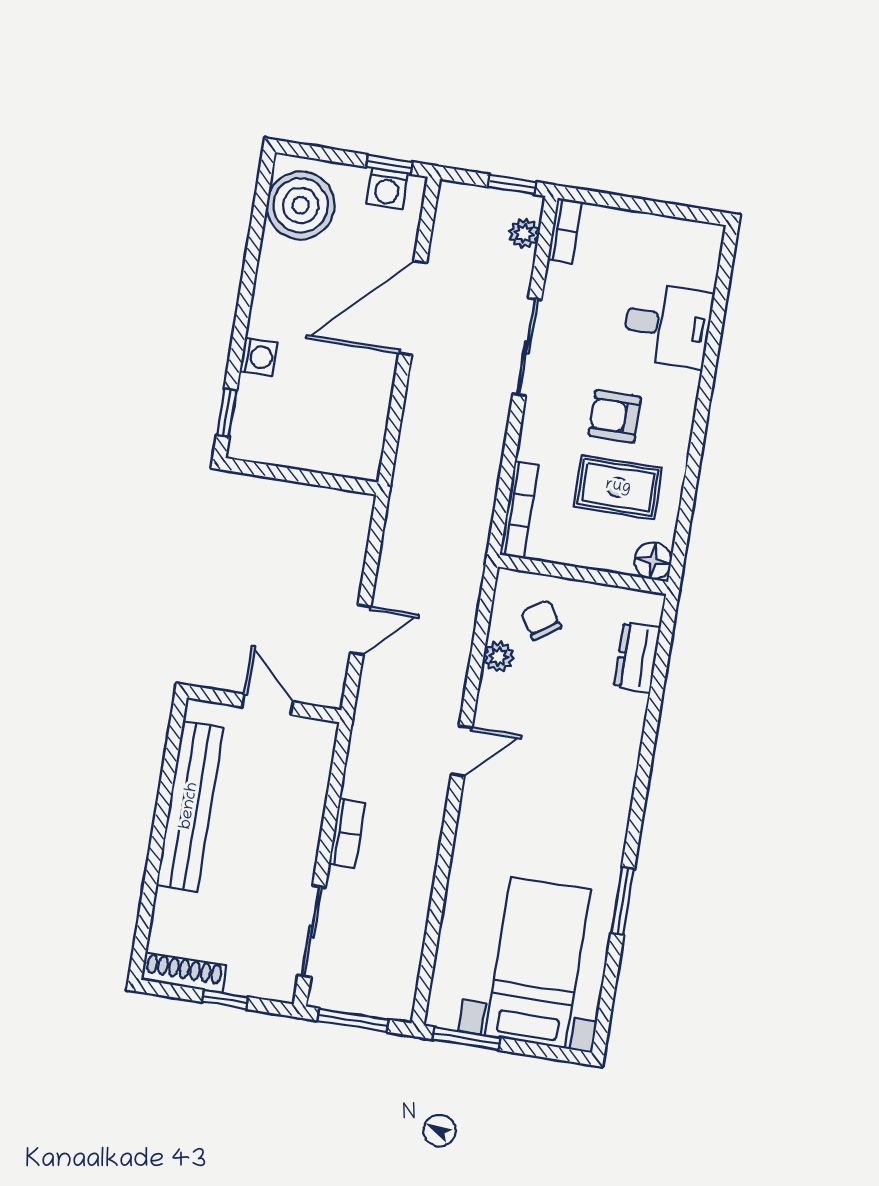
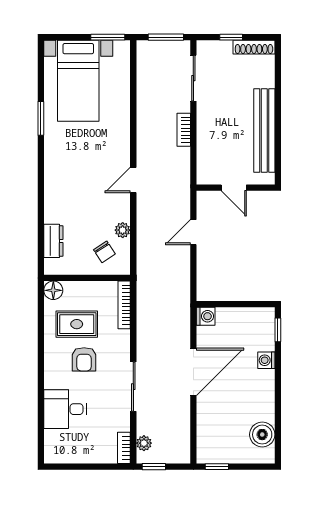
washing machine: (387, 189) -> (206, 316), moved, turned 90
boiler: (301, 205) -> (262, 435), width x0.73, depth x0.73
door: (413, 308) -> (193, 372), moved
armchair: (615, 416) -> (84, 359), turned 90

